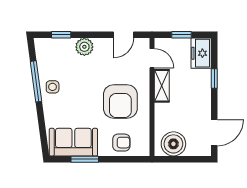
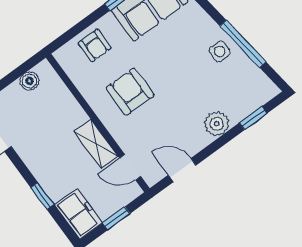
door: (123, 35) -> (182, 170), hinge flipped
armchair: (120, 101) -> (130, 91), width x0.73, depth x0.73
armchair: (121, 143) -> (95, 46), turned -90
boiler: (173, 144) -> (30, 81), width x0.54, depth x0.54

